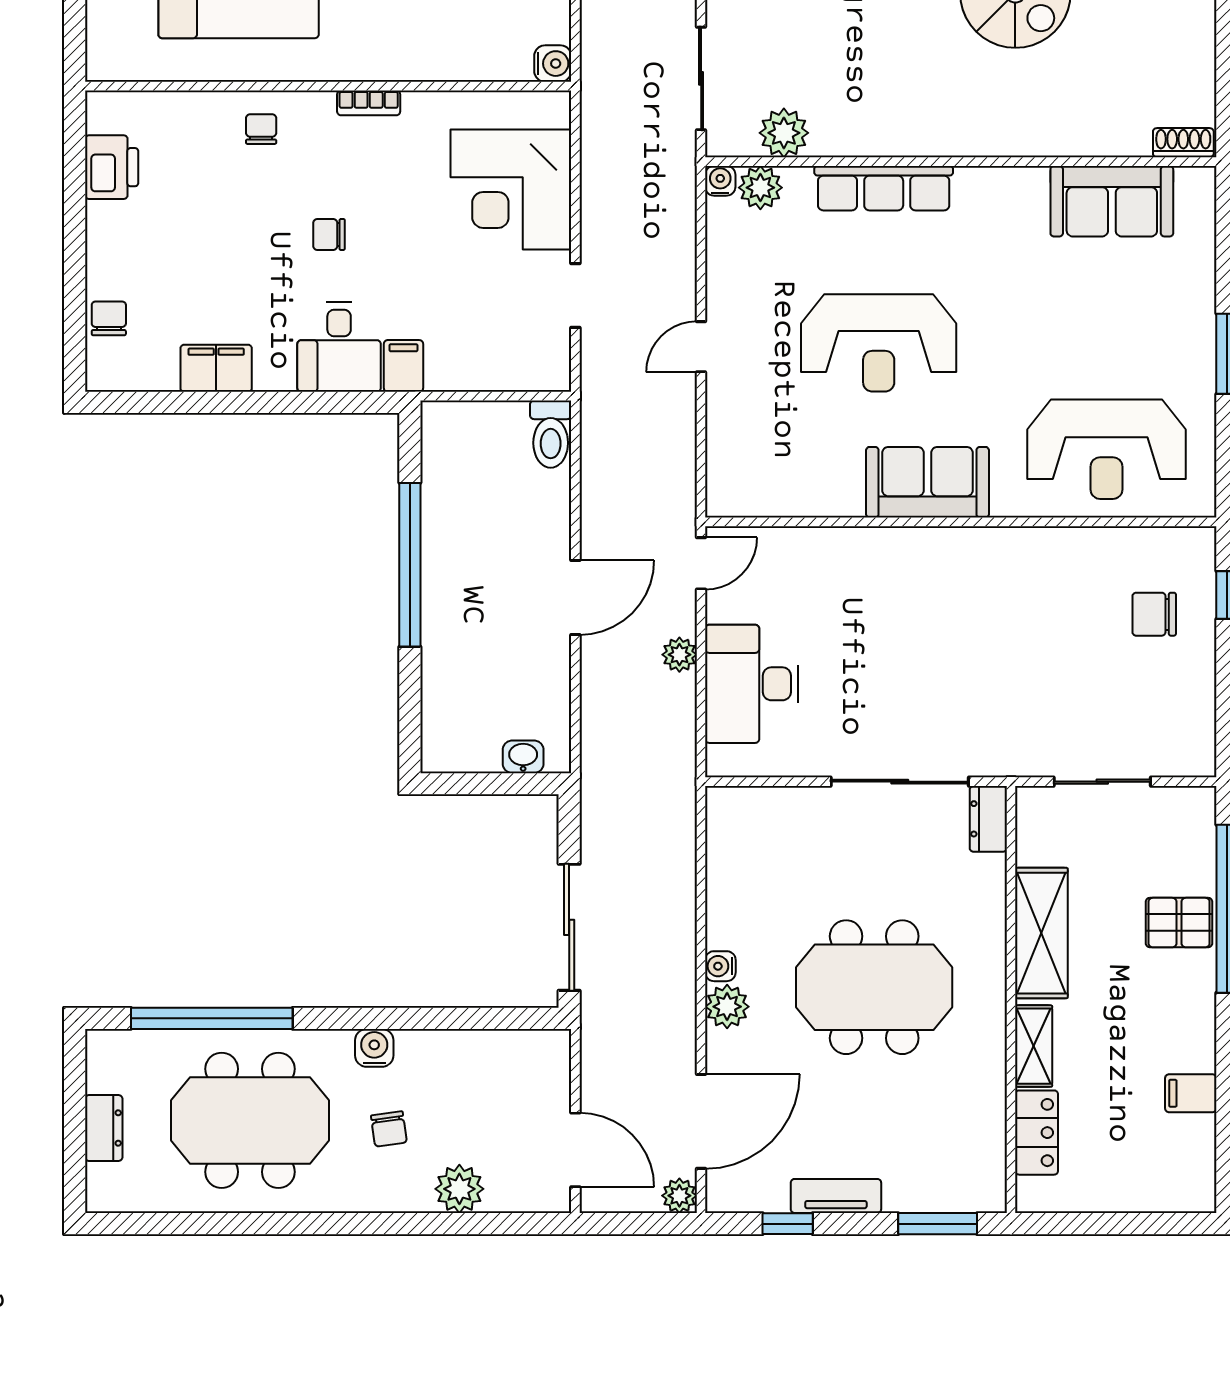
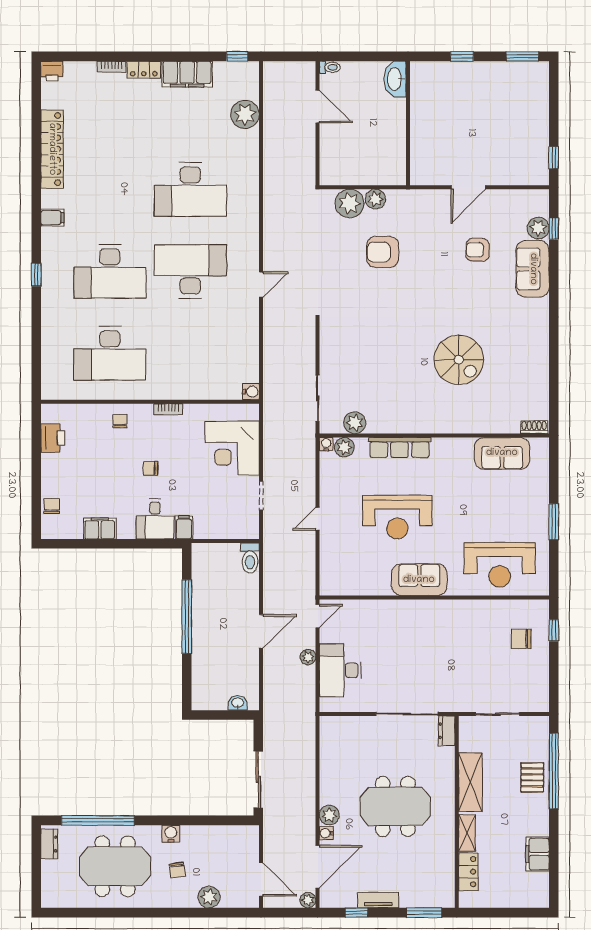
pallet: (1179, 923) -> (532, 777), turned 90
water cooler: (720, 966) -> (326, 833), moved
filing cabinet: (1191, 1093) -> (538, 854), width x2.00
dresser: (104, 1128) -> (49, 844), moved

